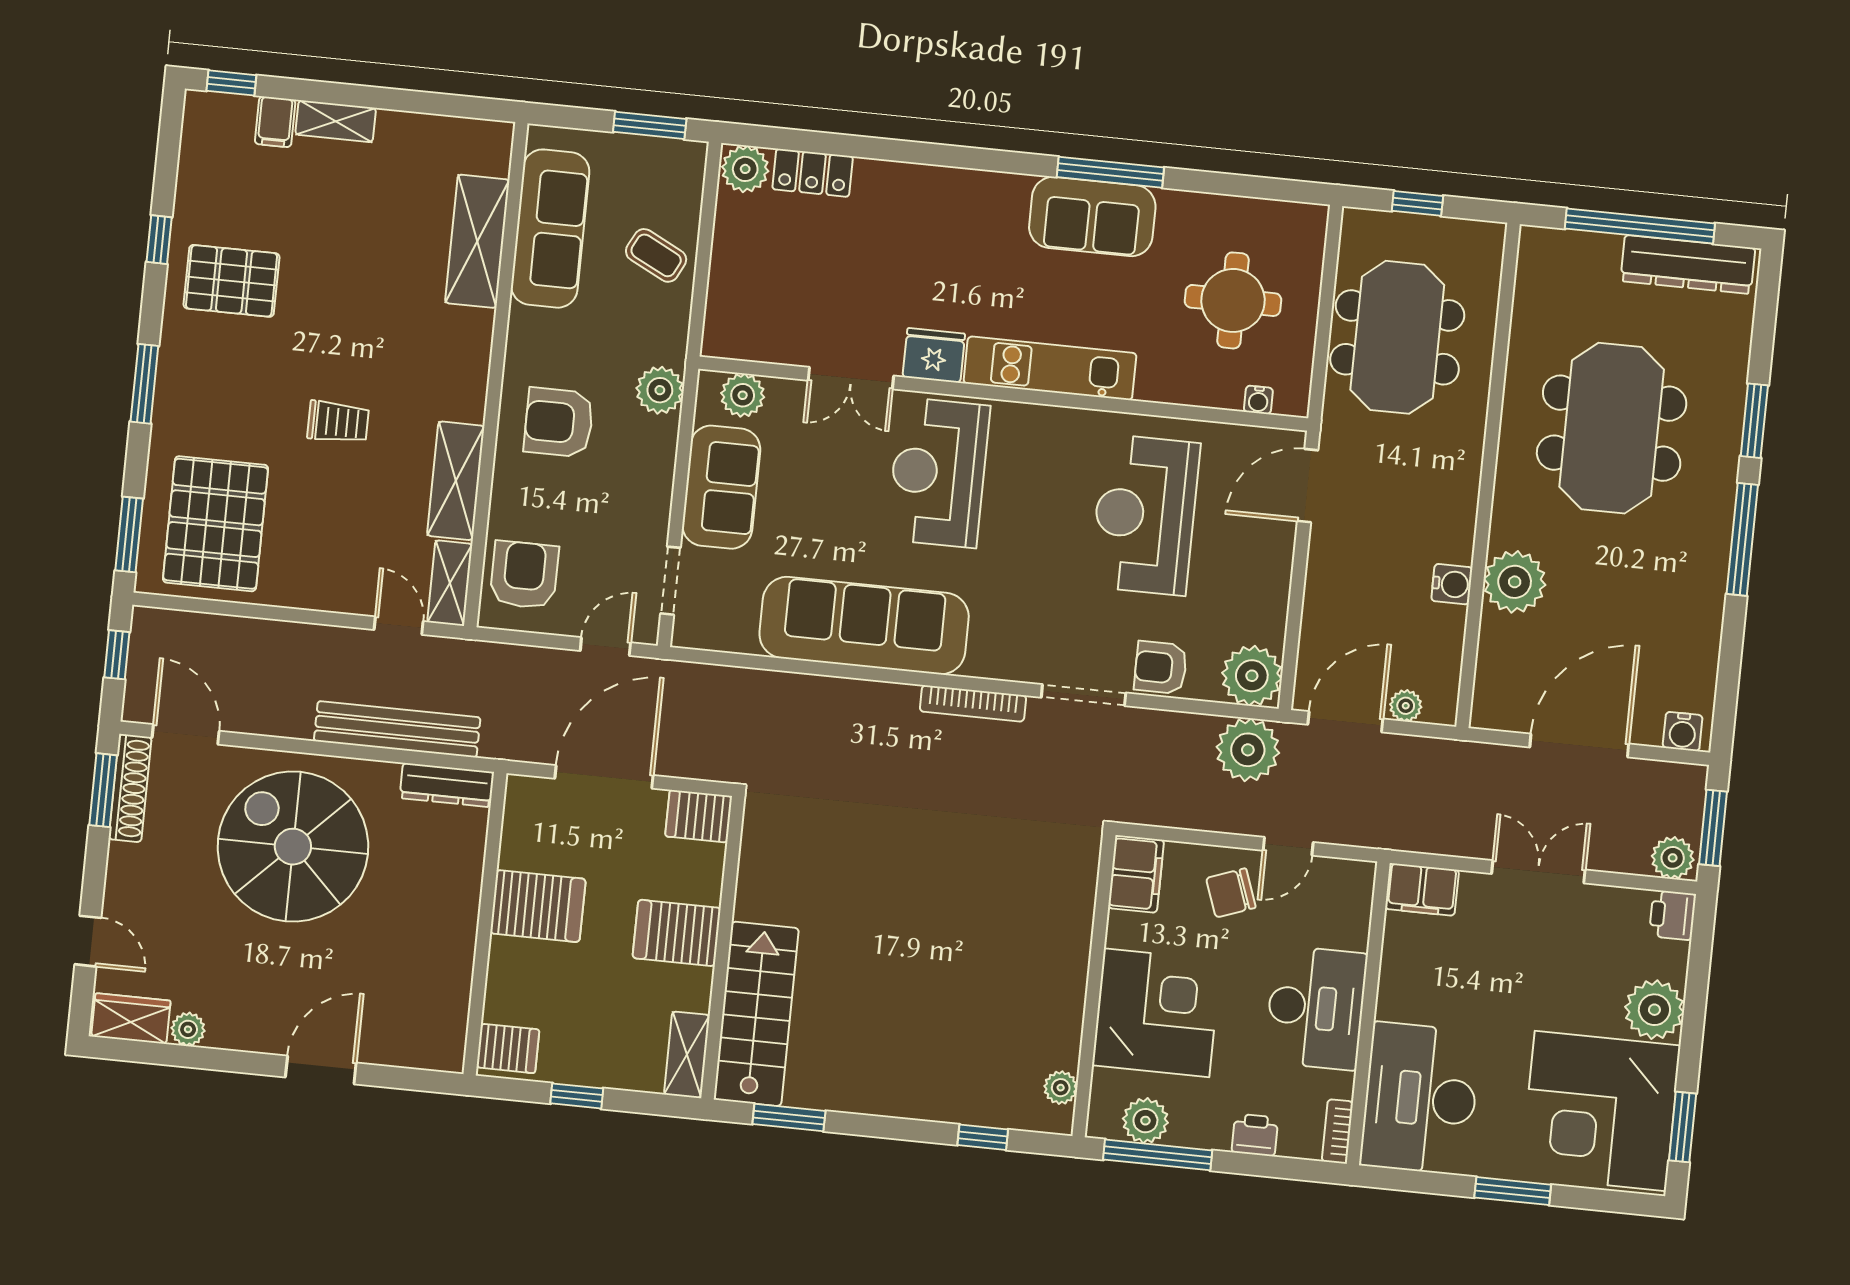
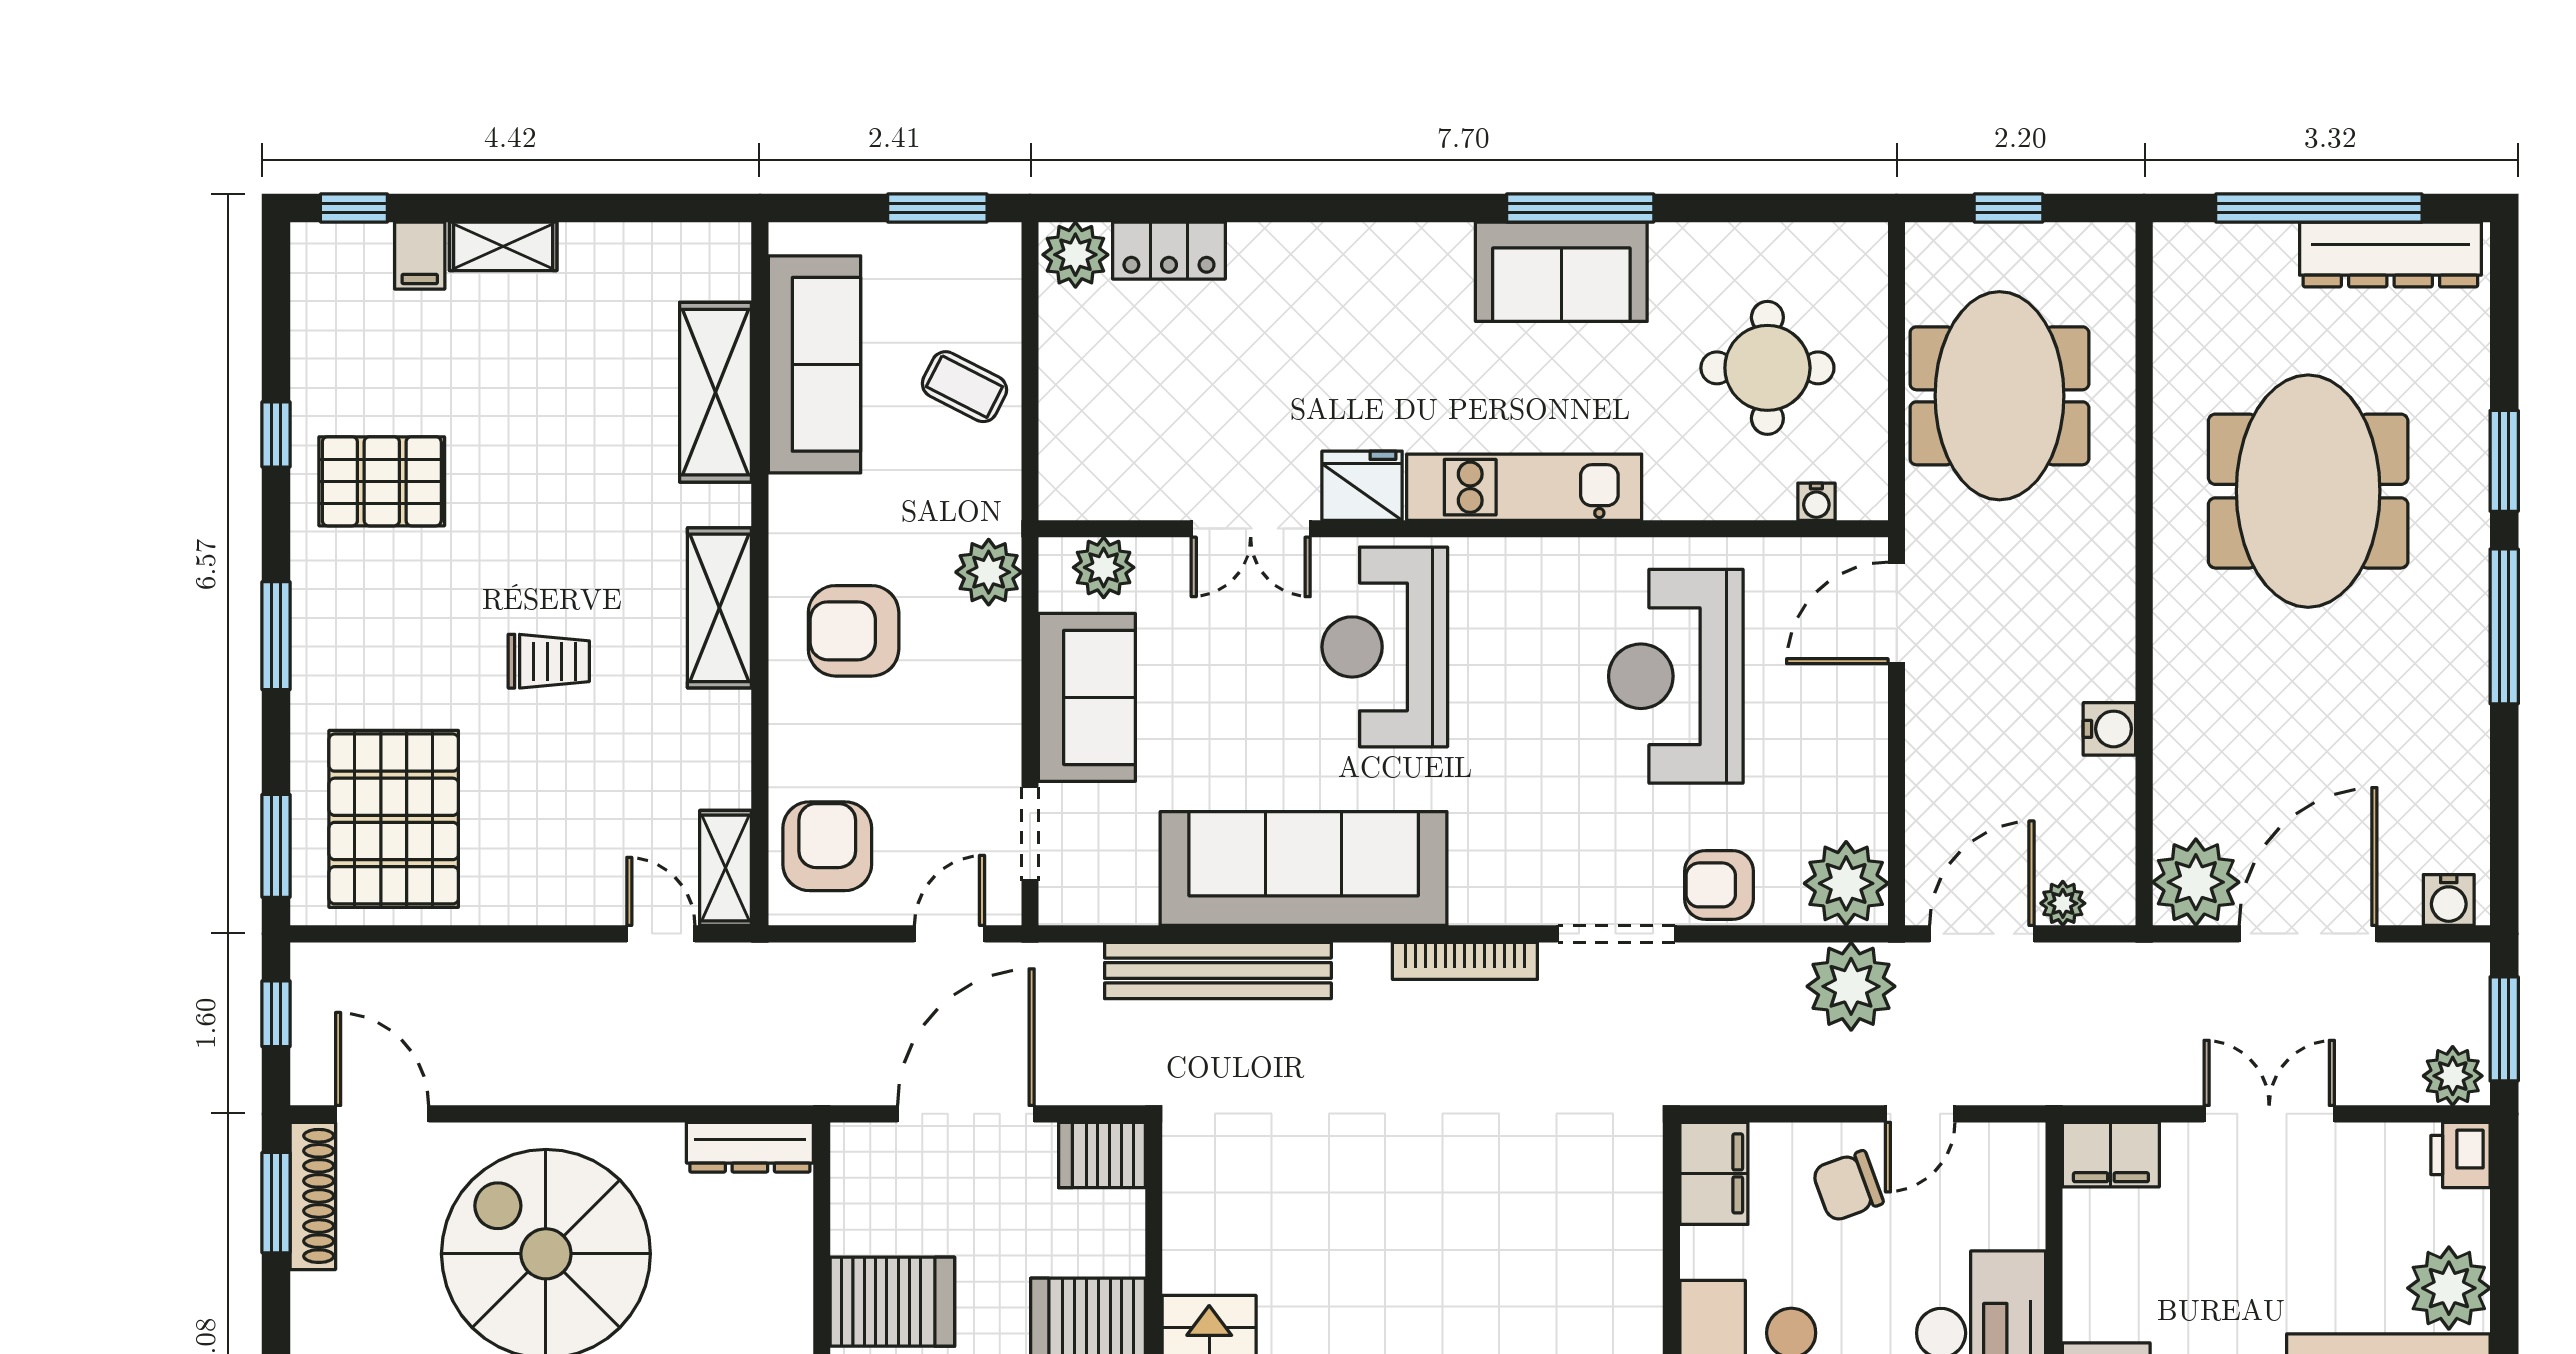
shelving: (456, 481) -> (719, 608), moved
plant: (1515, 582) -> (2196, 882), moved
bench: (397, 729) -> (1218, 970), moved

